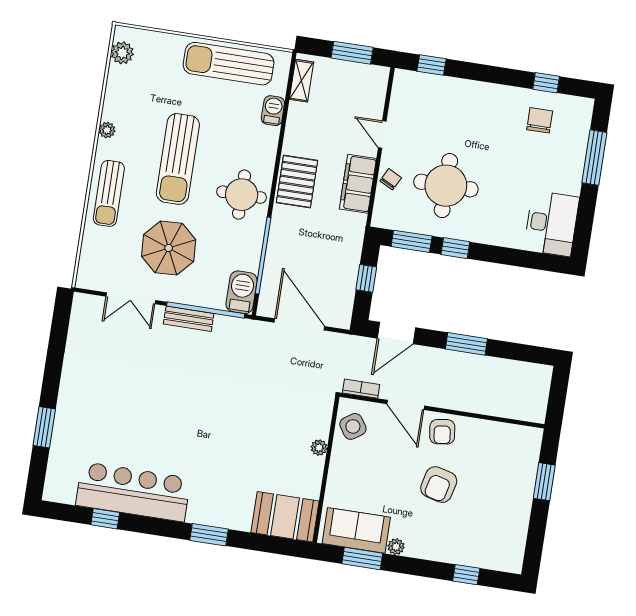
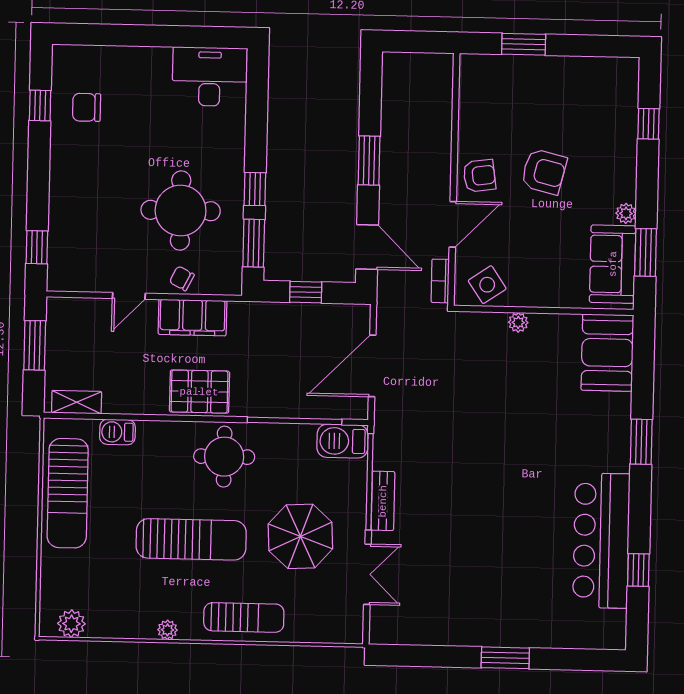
window: (594, 158) -> (123, 35), removed
window: (44, 427) -> (505, 658), moved

